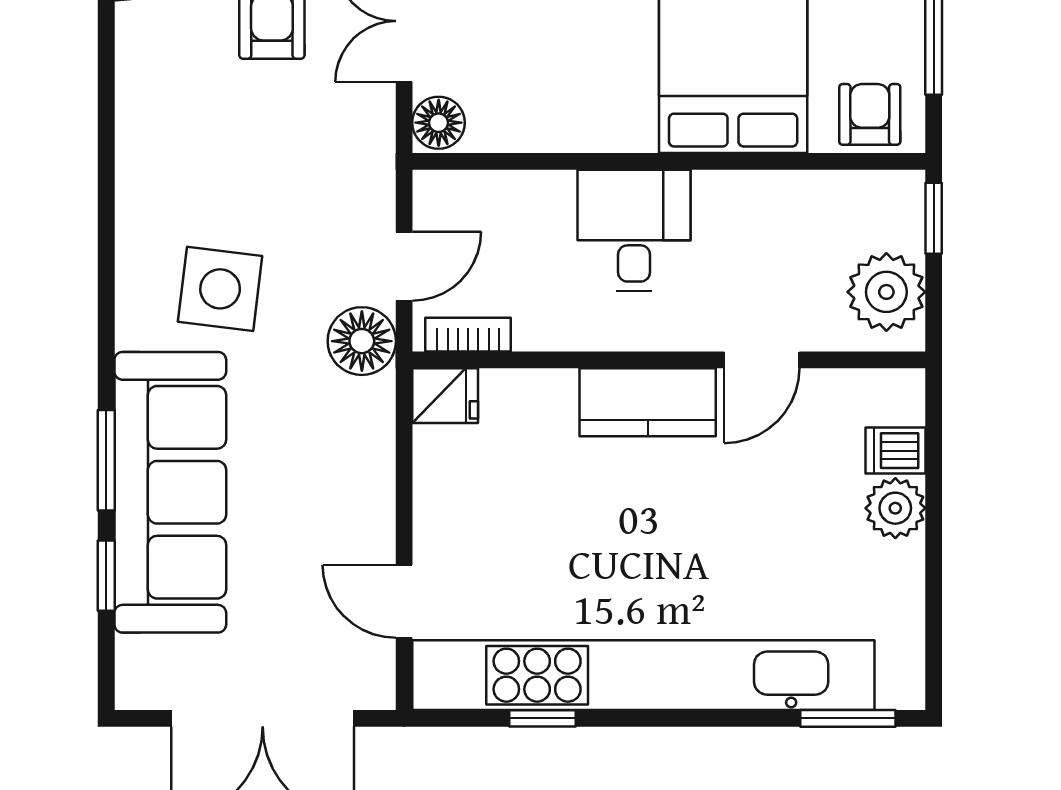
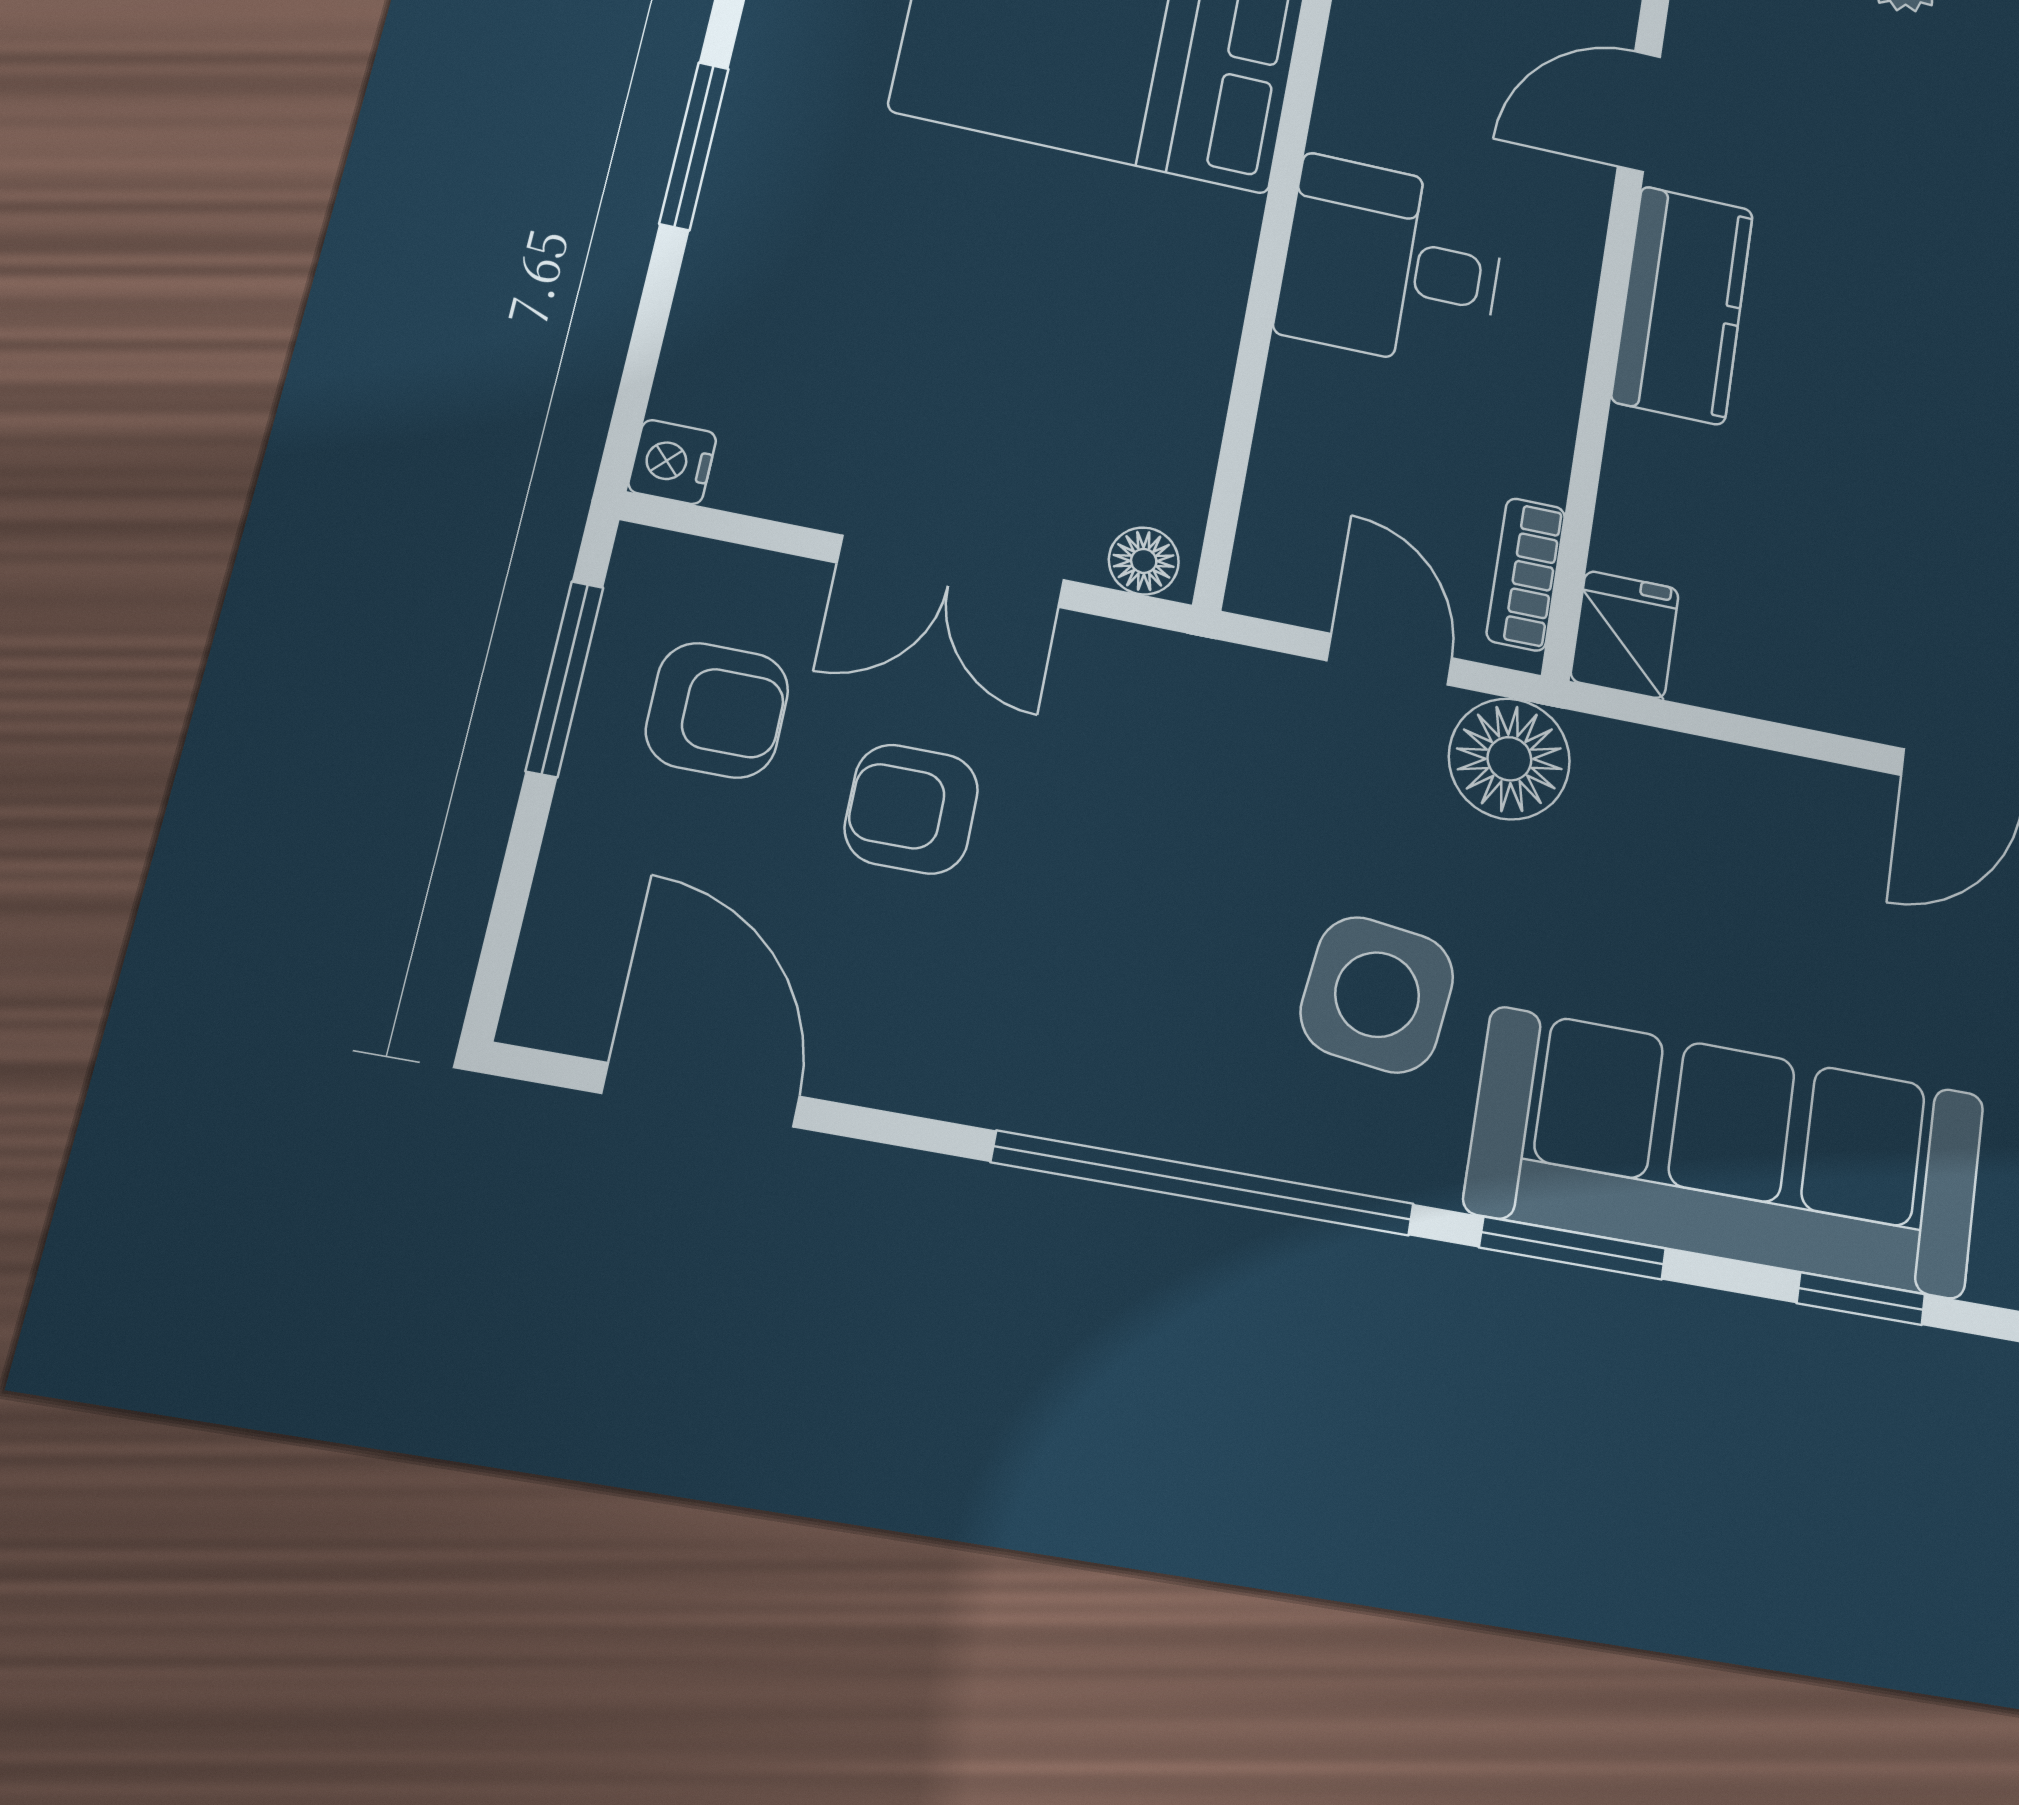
floor lamp: (439, 123) -> (1144, 561), width x0.73, depth x0.73
window: (106, 214) -> (1204, 1183), added
door: (762, 360) -> (1639, 112), swing flipped
window: (106, 460) -> (1573, 1248), moved

